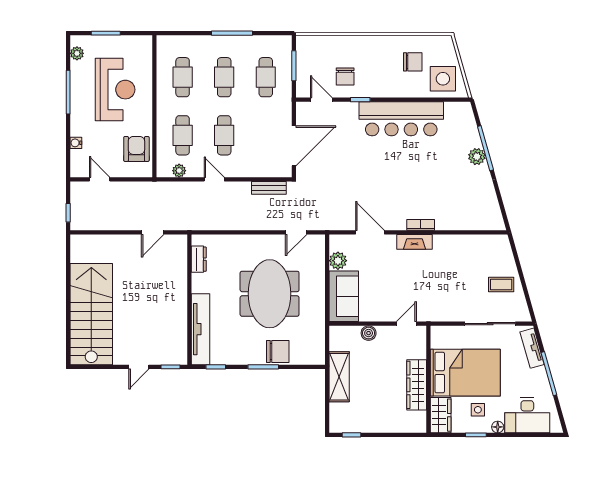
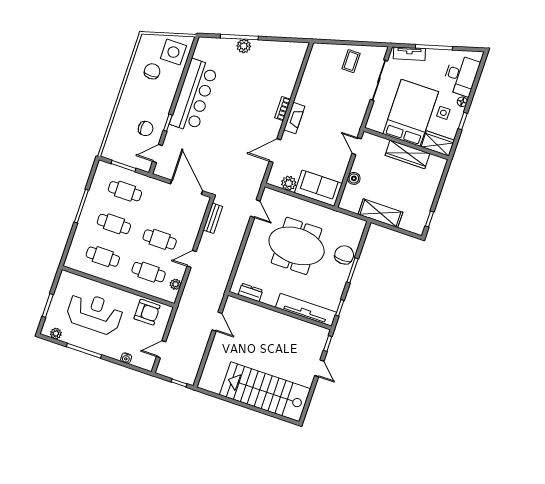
armchair: (136, 149) -> (147, 312), turned 180

